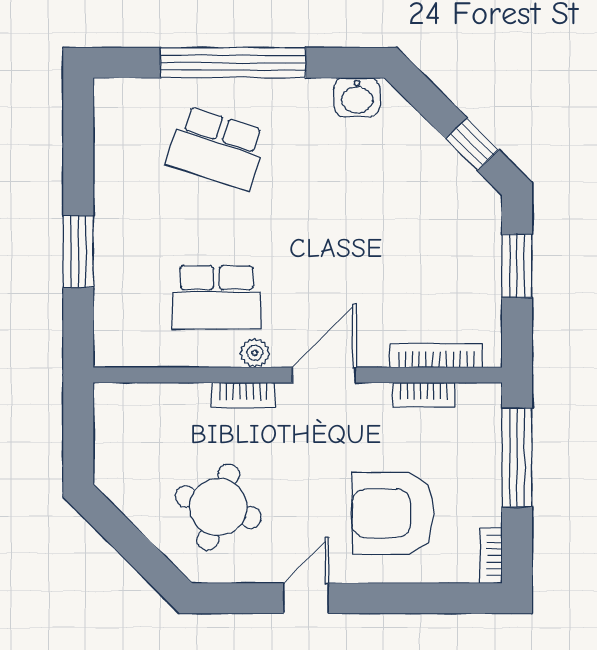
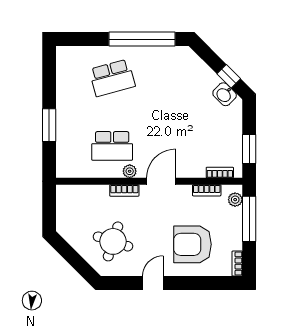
window: (233, 63) -> (142, 39), moved
washbasin: (357, 97) -> (225, 94), moved, turned 45
school desk: (216, 148) -> (112, 78), turned -33
window: (517, 266) -> (249, 149), moved
bookcase: (436, 356) -> (220, 173), width x0.64
plant: (487, 415) -> (235, 200), added

